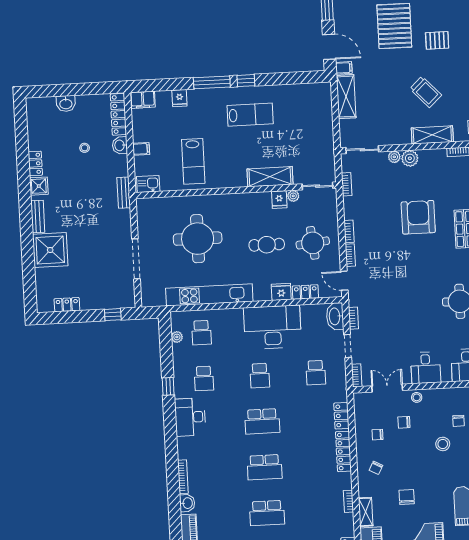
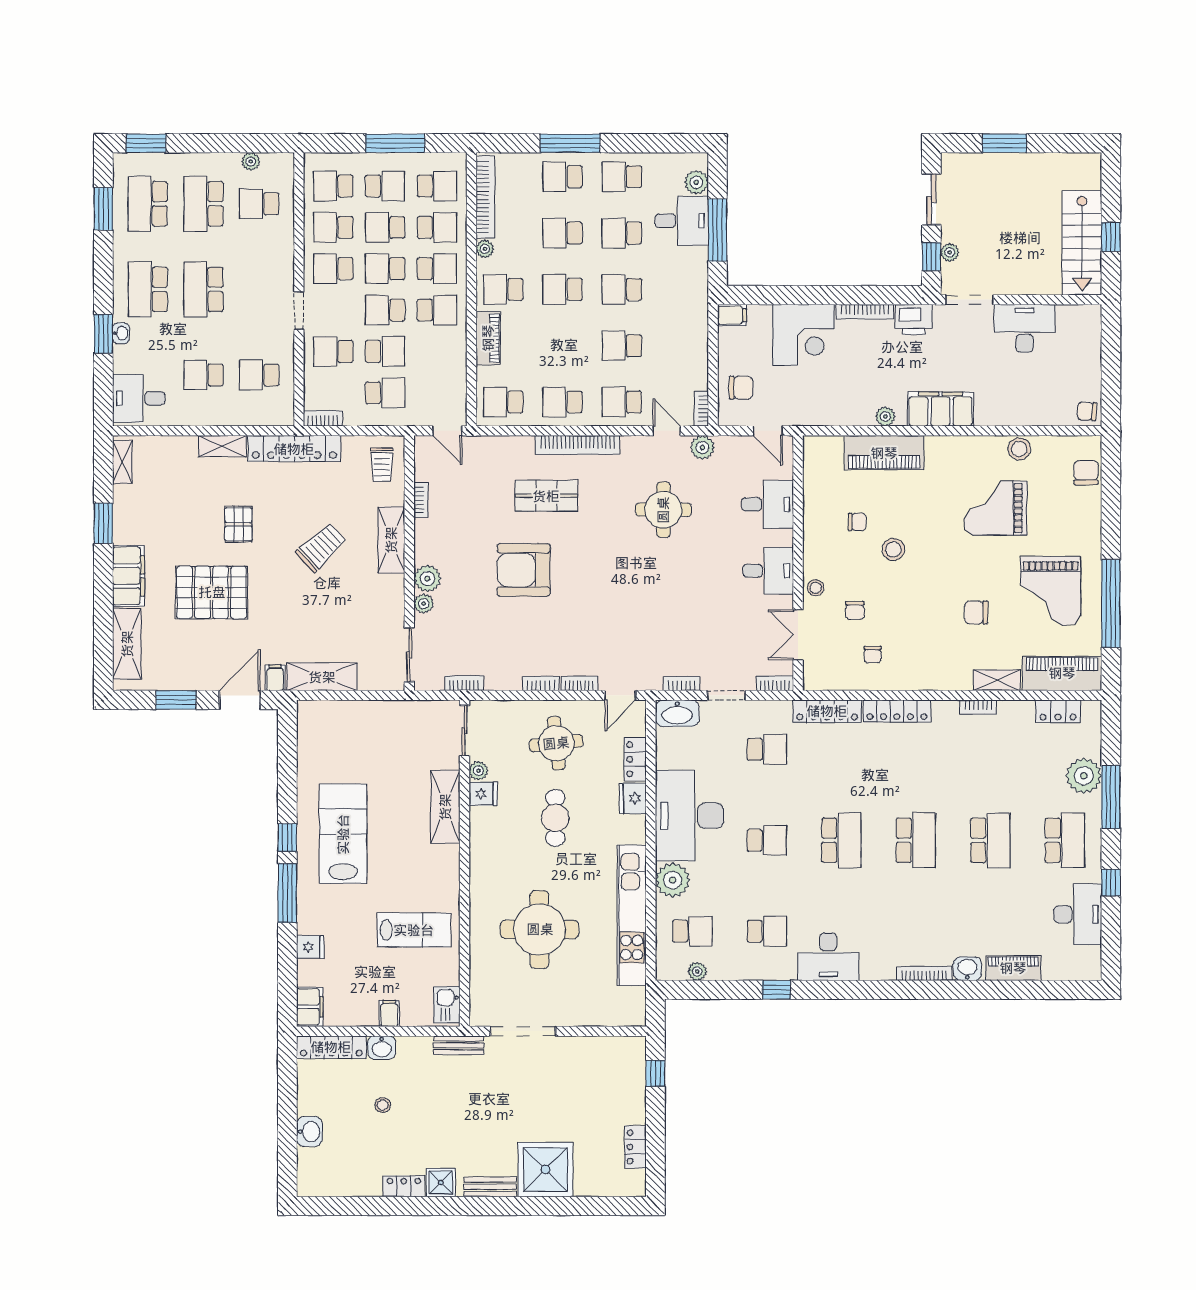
lab bench: (250, 115) -> (343, 834), width x1.36, depth x1.39
doorway: (136, 259) -> (523, 1031), moved
plant: (232, 319) -> (673, 880), added
locker: (341, 416) -> (827, 711), width x1.53
chair: (376, 468) -> (926, 660), removed

